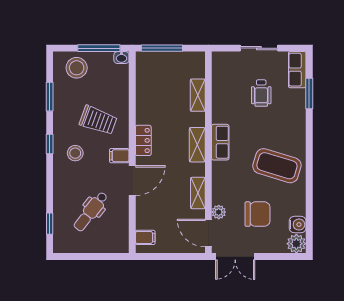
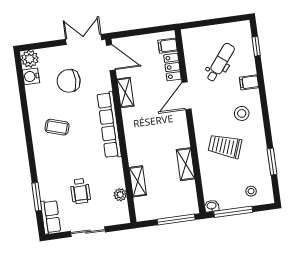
stool: (77, 68) -> (251, 191), width x0.53, depth x0.53
wheelchair: (261, 93) -> (80, 191), turned 180
locker: (143, 140) -> (172, 67), moved
row of seats: (220, 142) -> (109, 125), width x2.02
window: (50, 144) -> (266, 119), removed
shelving: (197, 145) -> (186, 164), moved
filing cabinet: (119, 156) -> (249, 82), moved, turned 180
coffee table: (277, 166) -> (57, 127), width x0.54, depth x0.58
plant: (219, 212) -> (120, 195), moved

